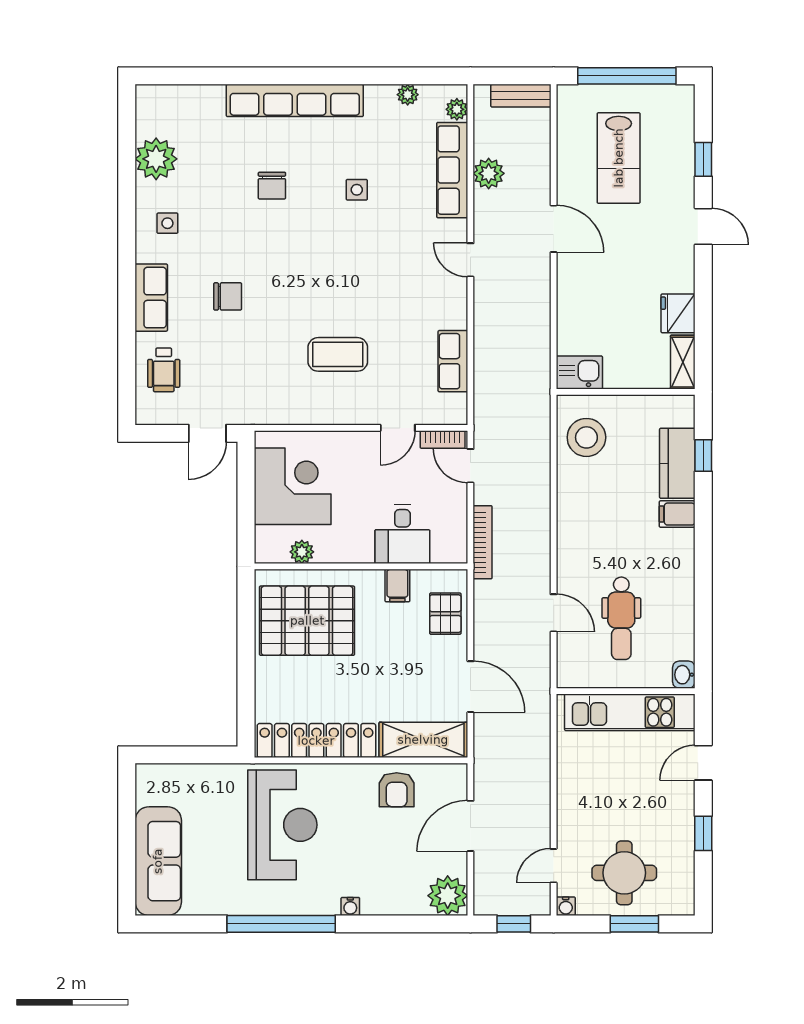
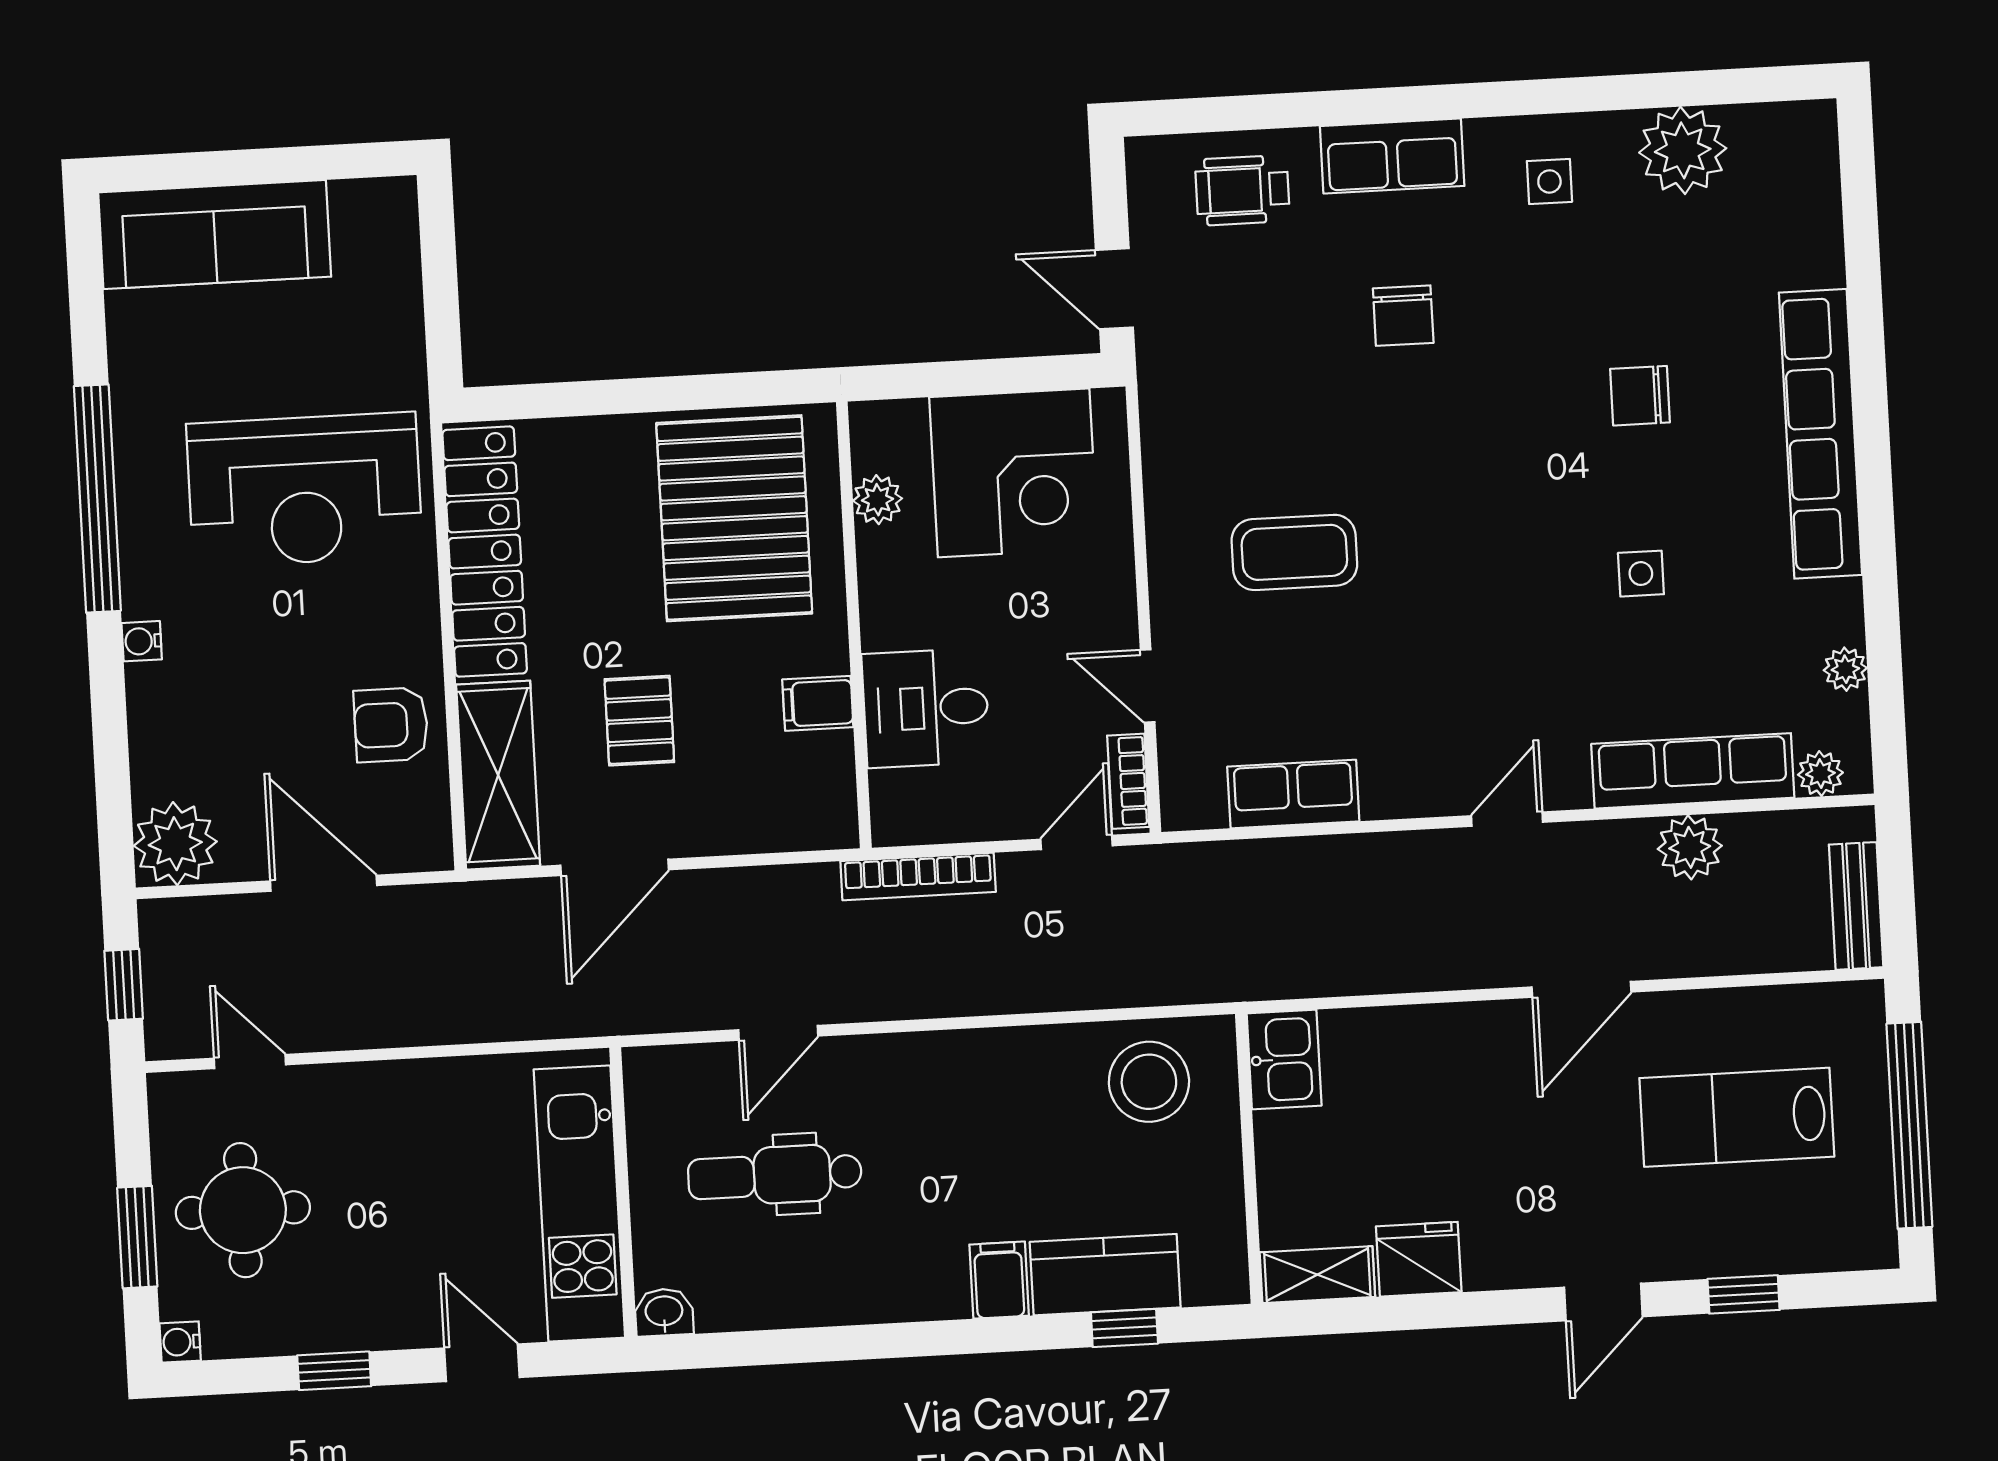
coffee table: (338, 354) -> (1294, 552), turned 90
pallet: (445, 614) -> (639, 721), moved, turned 90
water cooler: (566, 906) -> (180, 1342), moved

